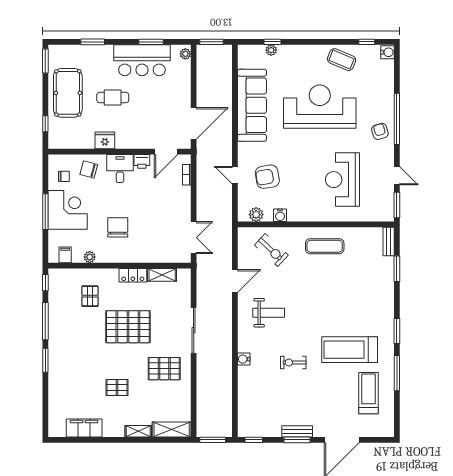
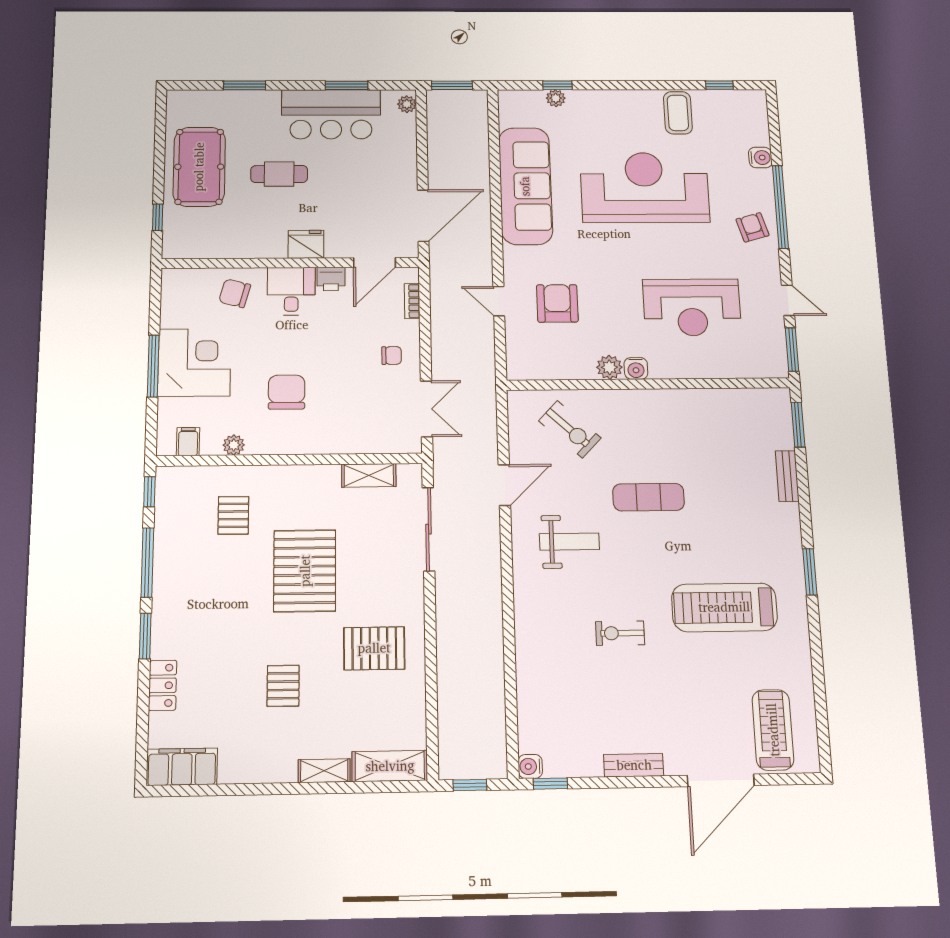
water cooler: (387, 52) -> (760, 158), moved
coffee table: (342, 60) -> (678, 113), turned 67
window: (45, 61) -> (161, 116), removed
fridge: (105, 140) -> (306, 244), moved
chair: (64, 176) -> (392, 355), moved
armchair: (267, 177) -> (557, 303), turned 99
reception desk: (342, 180) -> (692, 307), turned -90
plant: (256, 215) -> (609, 367), moved
water cooler: (280, 215) -> (636, 368), moved
bench: (389, 241) -> (787, 476), moved
exercise mat: (325, 246) -> (649, 497), moved
window: (397, 269) -> (798, 425), moved
locker: (133, 275) -> (163, 685), moved, turned -90
pallet: (128, 327) -> (305, 571), turned 90
sliding door: (194, 330) -> (429, 529), moved
water cooler: (244, 359) -> (530, 766), moved
window: (397, 373) -> (816, 650), removed
pallet: (117, 387) -> (283, 686), turned 90
treadmill: (369, 393) -> (773, 730), moved
filing cabinet: (84, 428) -> (182, 767), moved
window: (213, 440) -> (470, 785), width x0.67
window: (297, 440) -> (634, 782), removed

